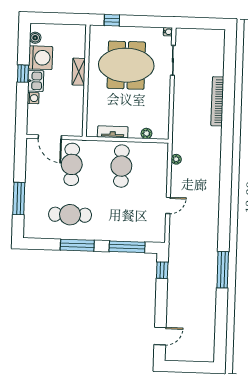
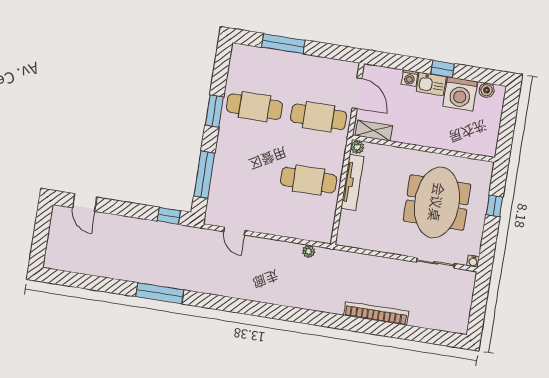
window: (112, 20) -> (494, 206), moved
shelving: (79, 72) -> (374, 131), moved
tv unit: (113, 132) -> (352, 182), width x1.41
plant: (146, 133) -> (357, 147), moved
door: (50, 137) -> (357, 93), swing flipped
door: (168, 205) -> (234, 231), moved
cafe table: (70, 215) -> (254, 107), turned 90
window: (77, 245) -> (214, 111), width x0.69

